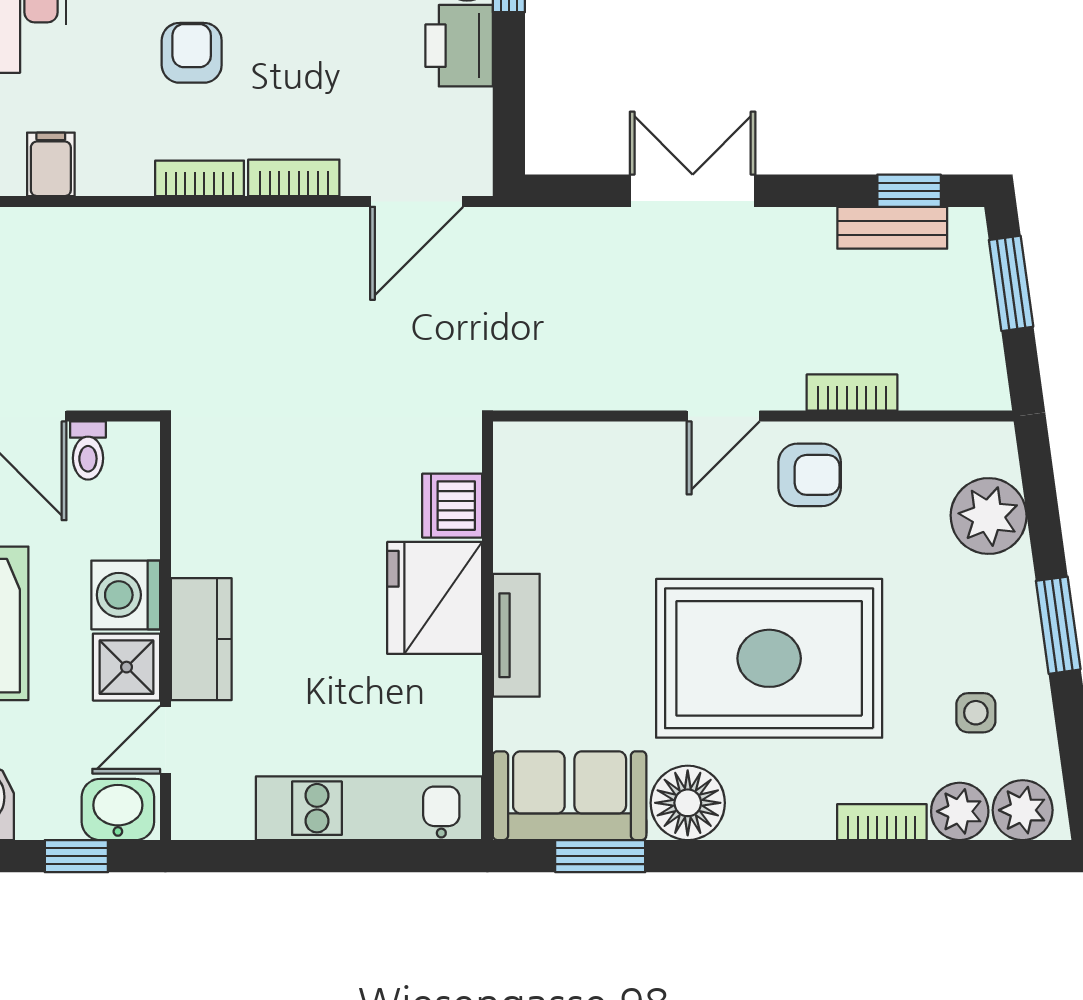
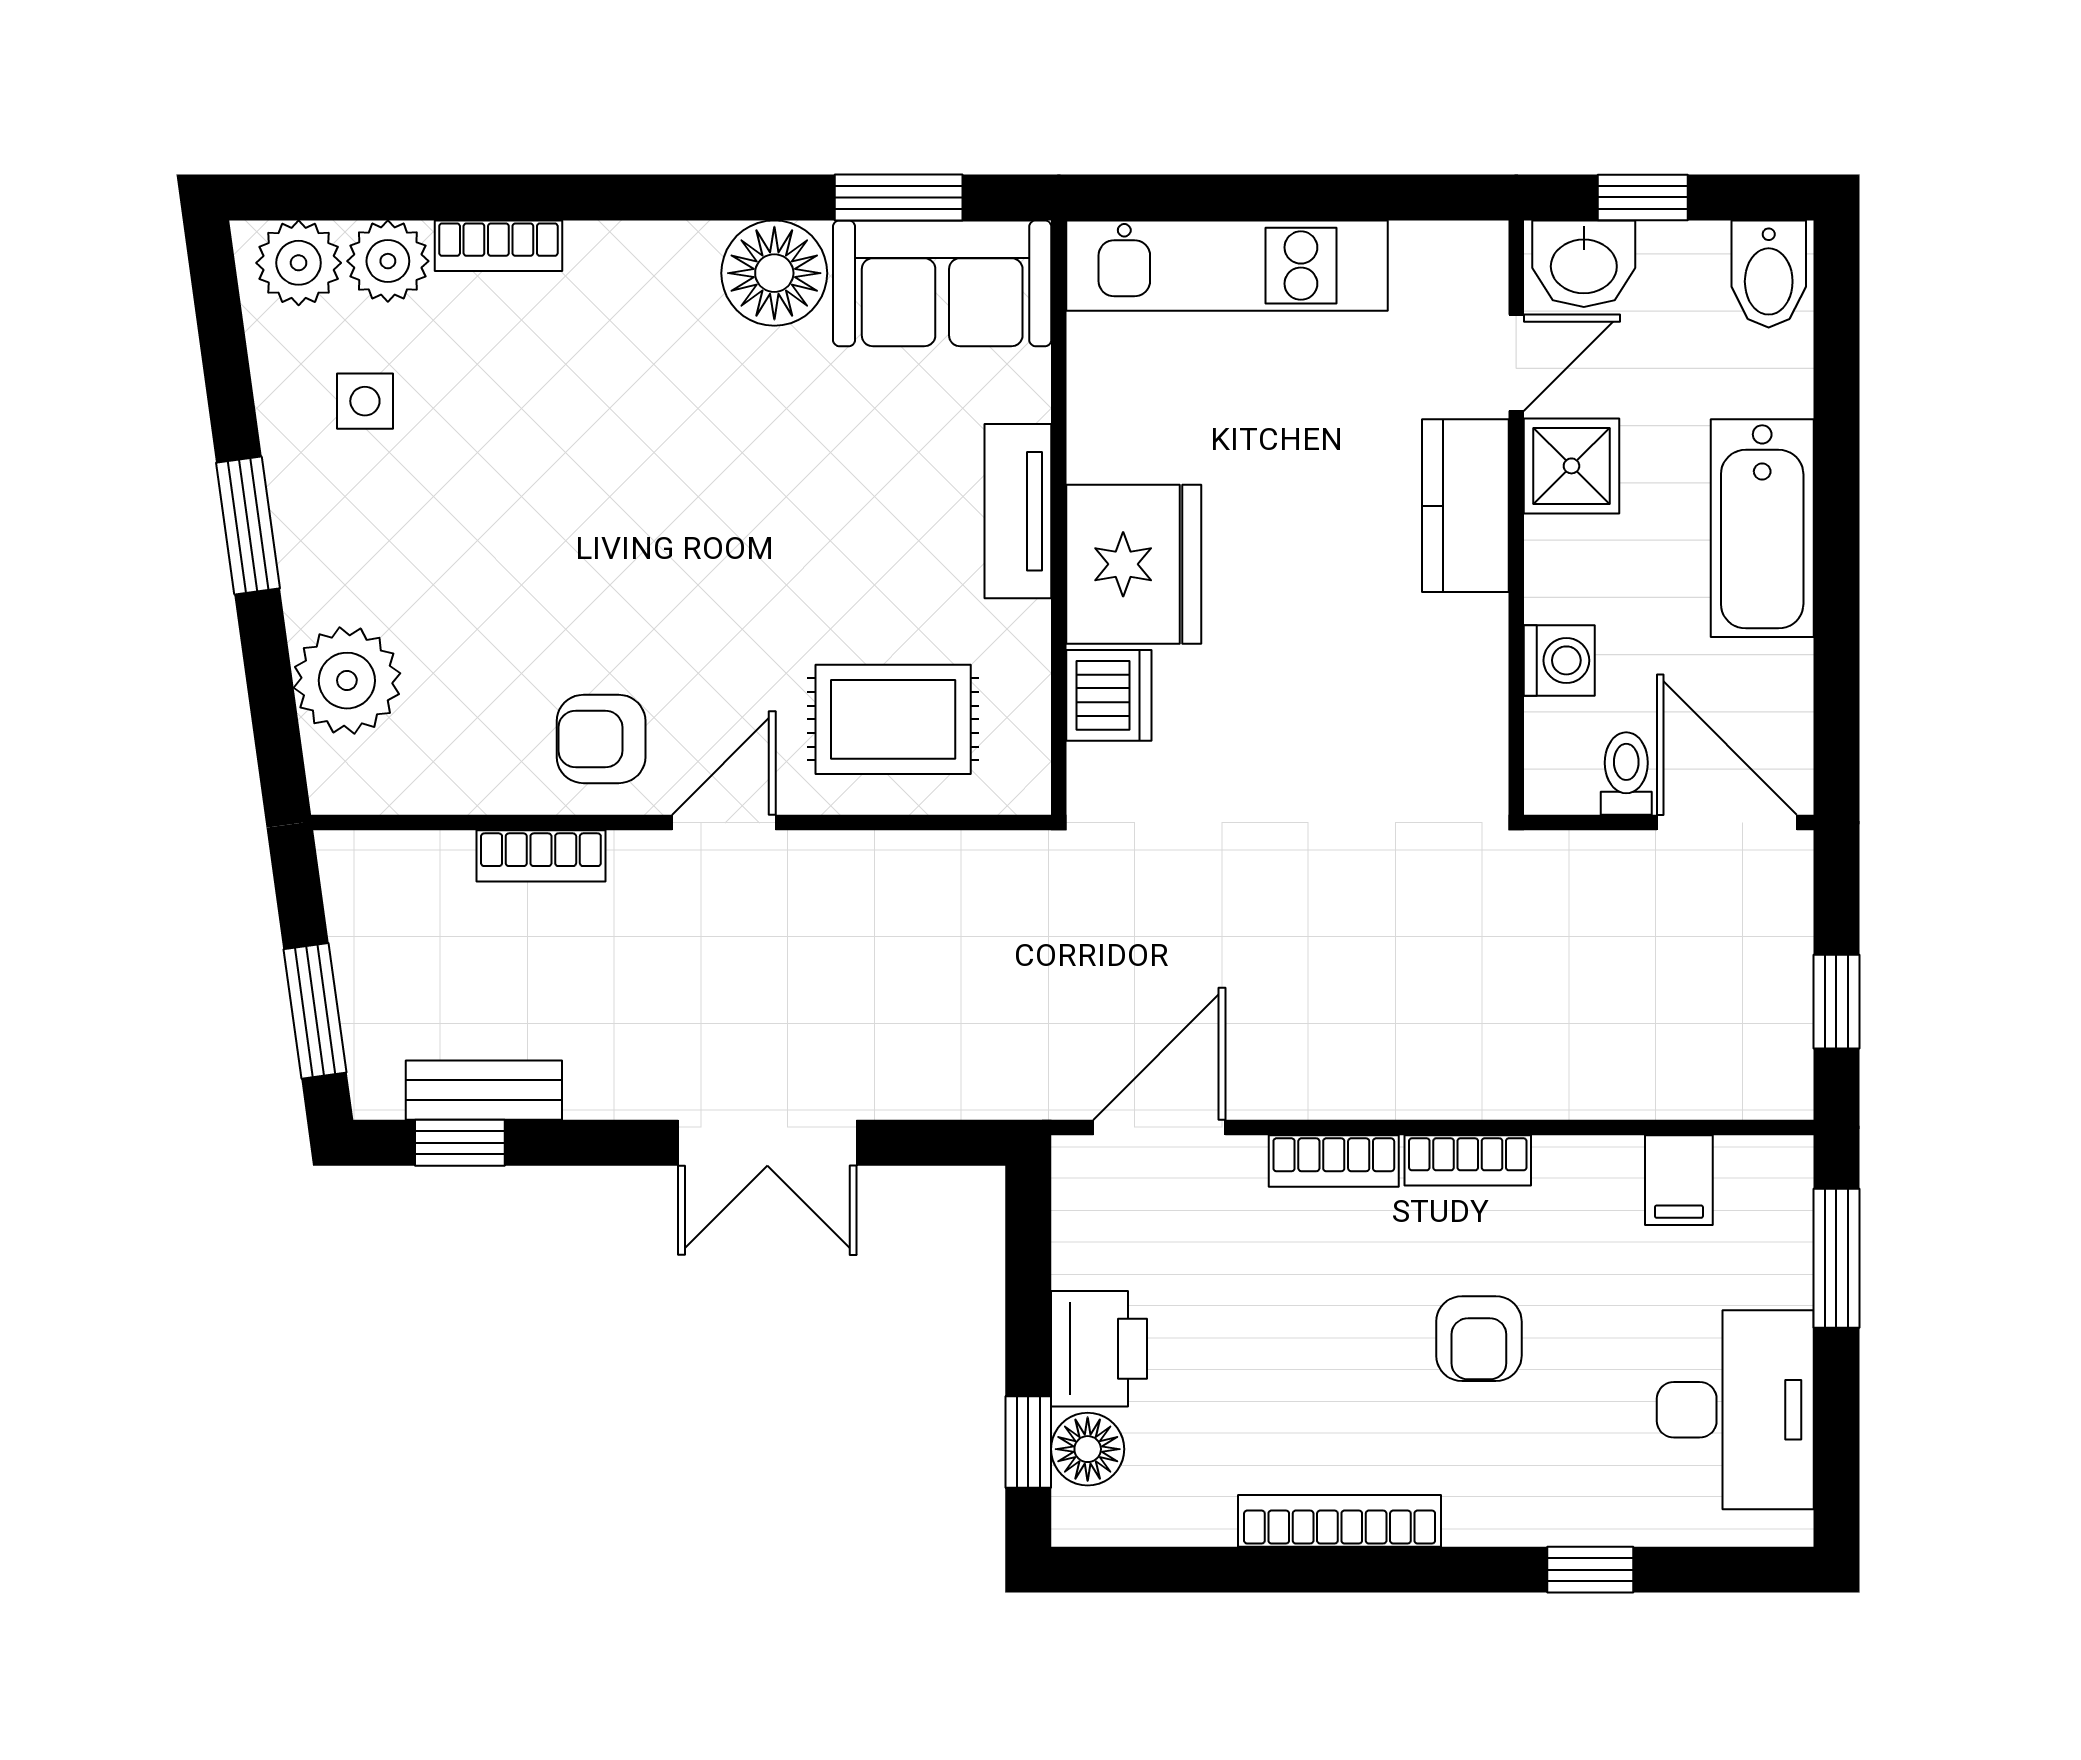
washing machine: (126, 595) -> (1559, 660), moved, width x0.73, depth x0.73
rug: (769, 658) -> (893, 719), moved, width x0.54, depth x0.49

